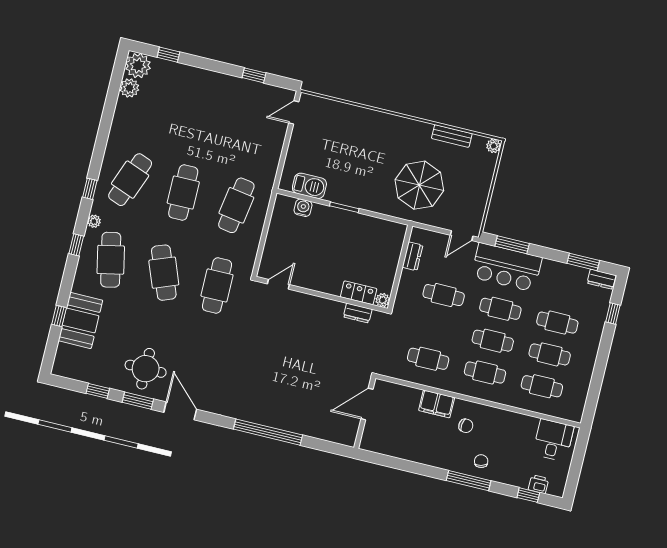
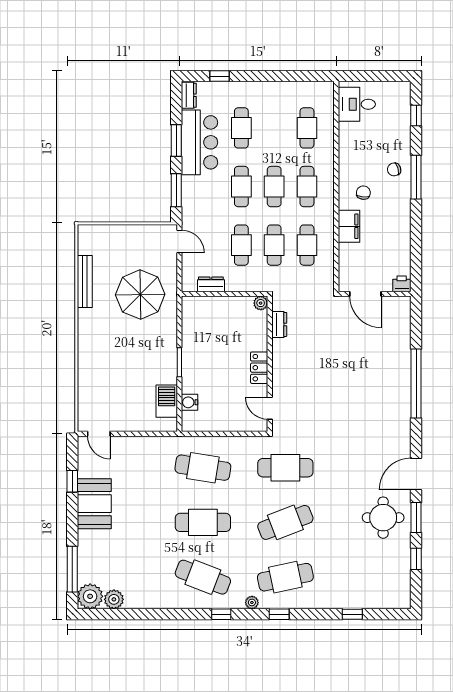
window: (168, 55) -> (72, 569), width x2.17
bench: (452, 136) -> (85, 281), width x1.36
plant: (494, 146) -> (85, 232), removed
window: (583, 262) -> (176, 141), moved
bar counter: (507, 267) -> (199, 142), moved
locker: (359, 293) -> (259, 368), moved
booth: (81, 320) -> (94, 504), moved, turned 90
cafe table: (550, 354) -> (274, 245), moved
printer: (538, 484) -> (402, 284), moved, turned 90

